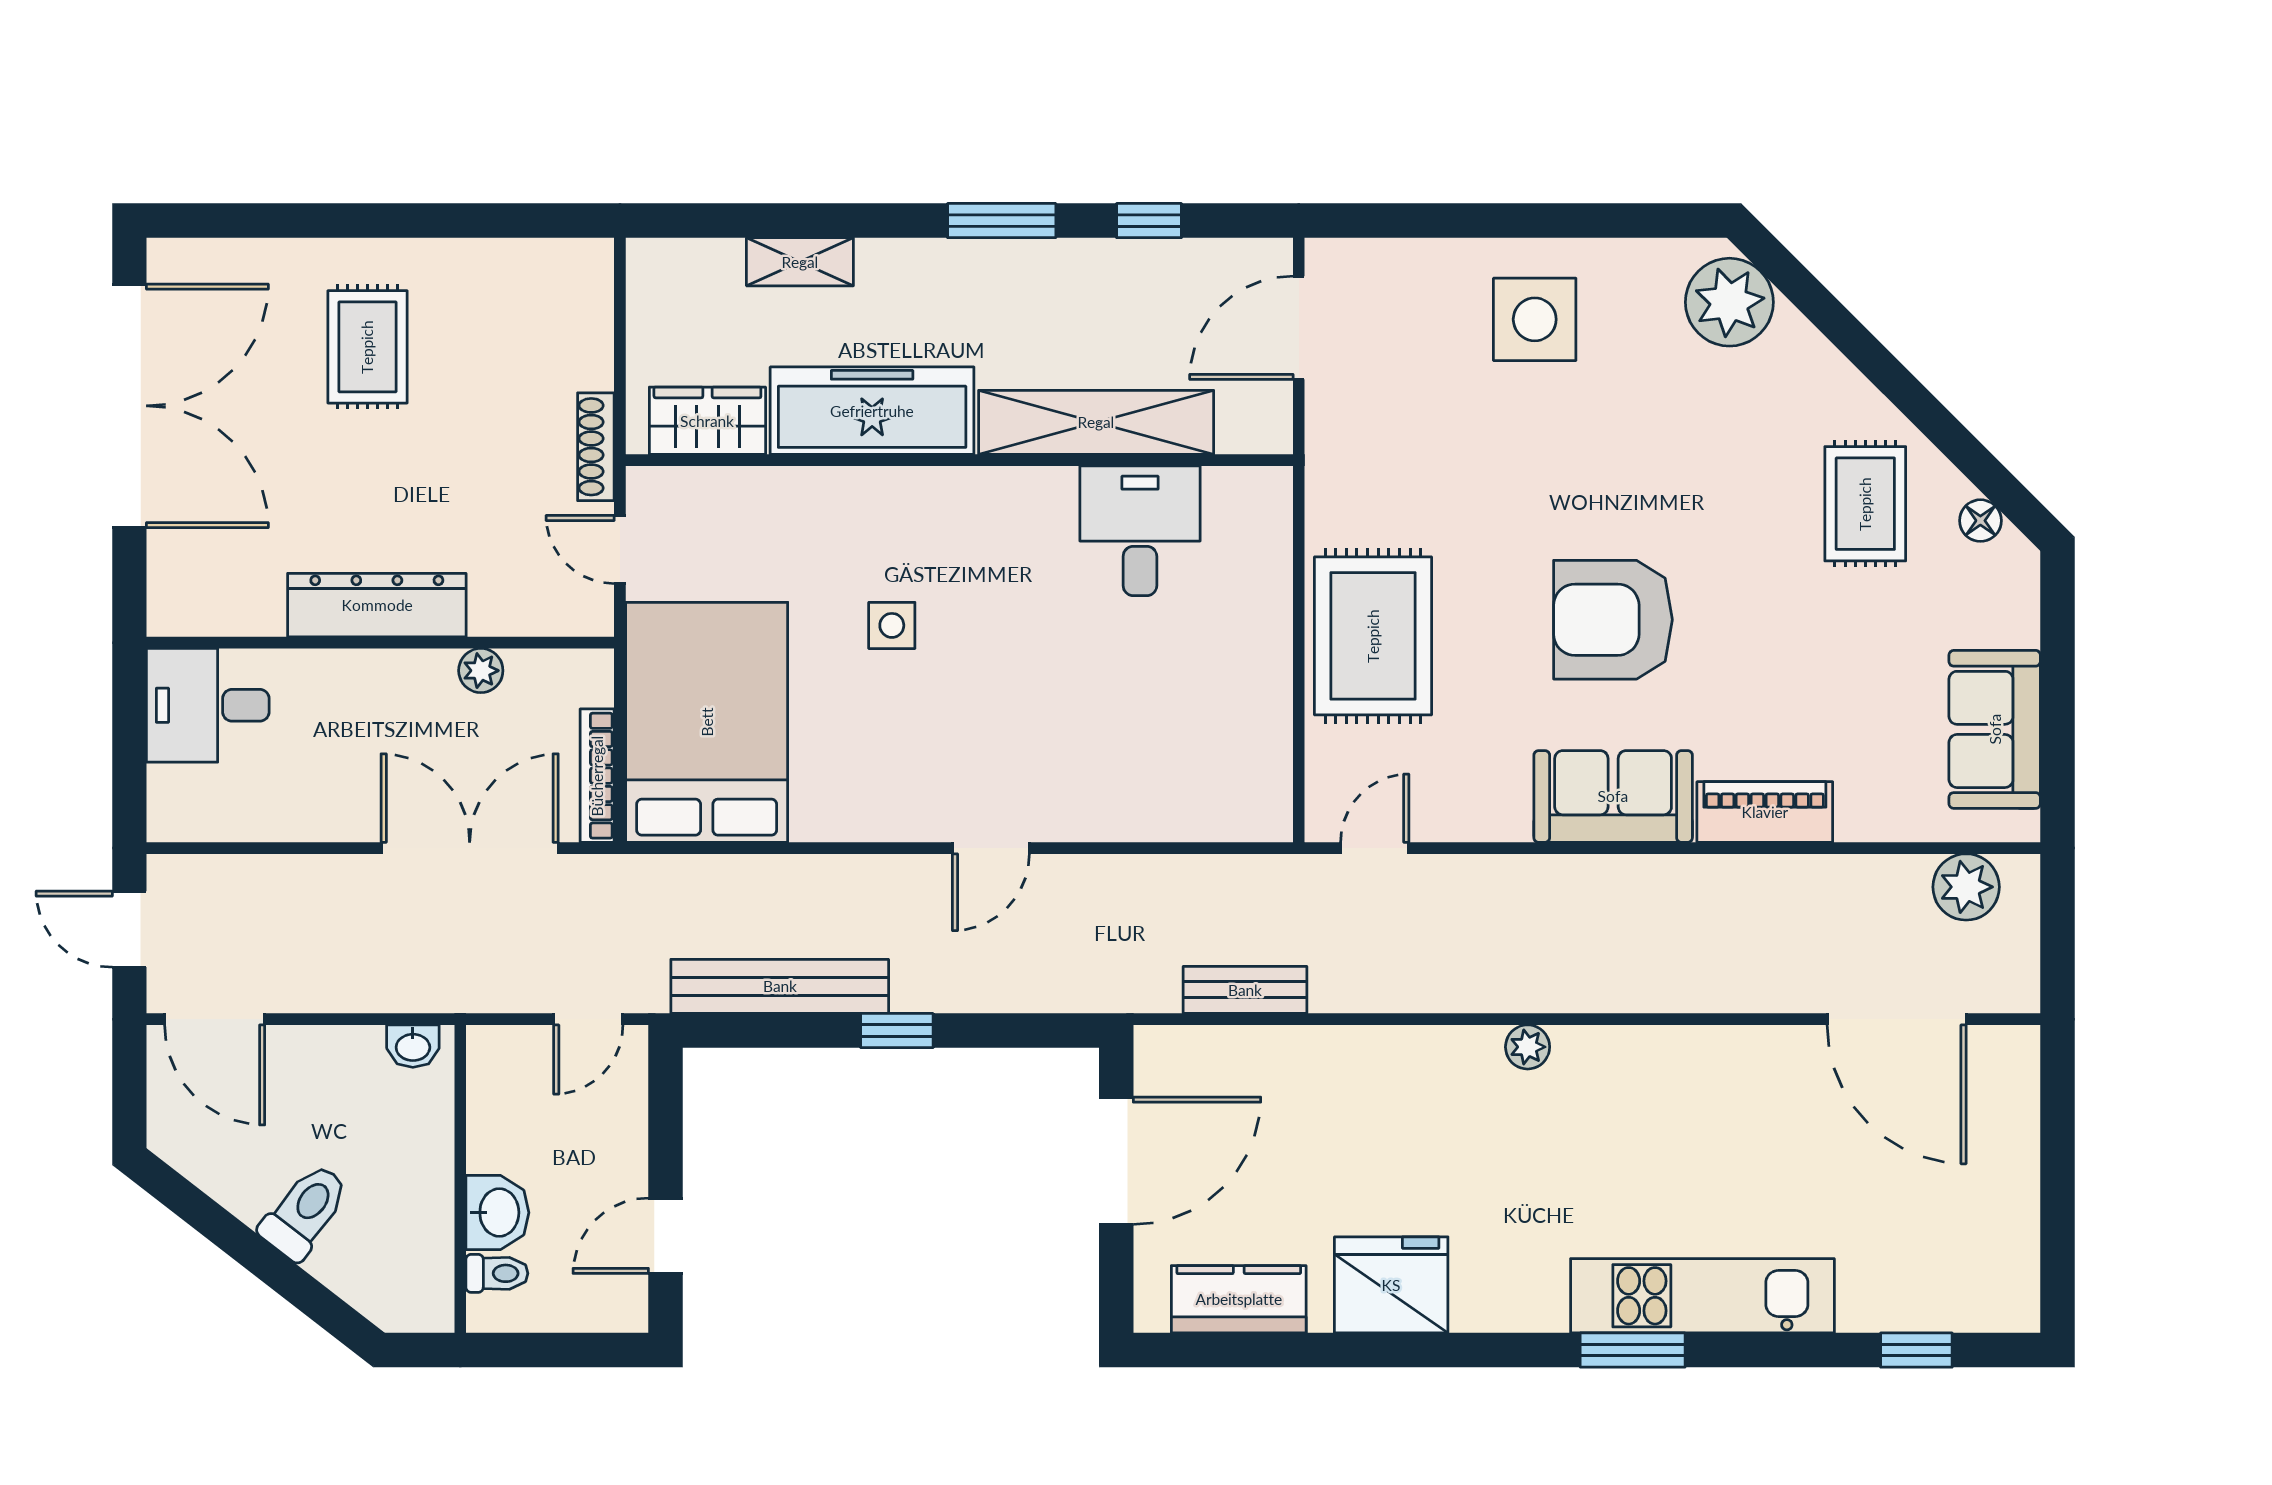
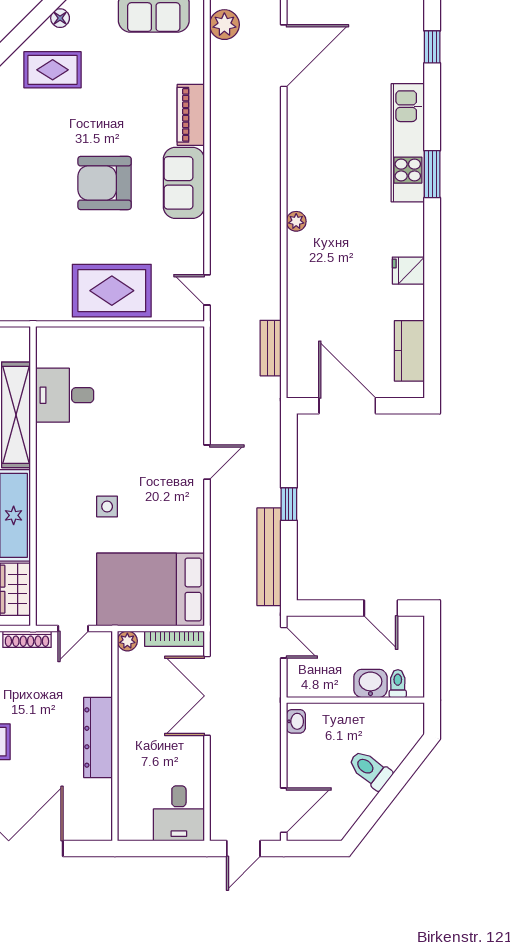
armchair: (1613, 620) -> (105, 183), turned 90
plant: (481, 671) -> (127, 641), moved
desk: (208, 705) -> (179, 813), moved
door: (991, 848) -> (207, 462), hinge flipped
fridge: (1391, 1285) -> (408, 271), width x0.53, depth x0.75

